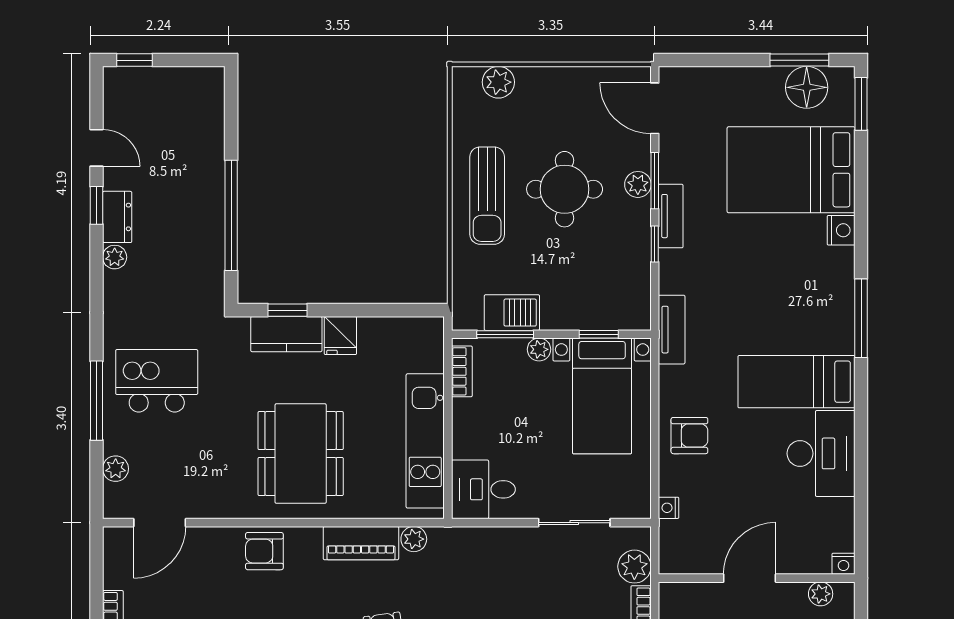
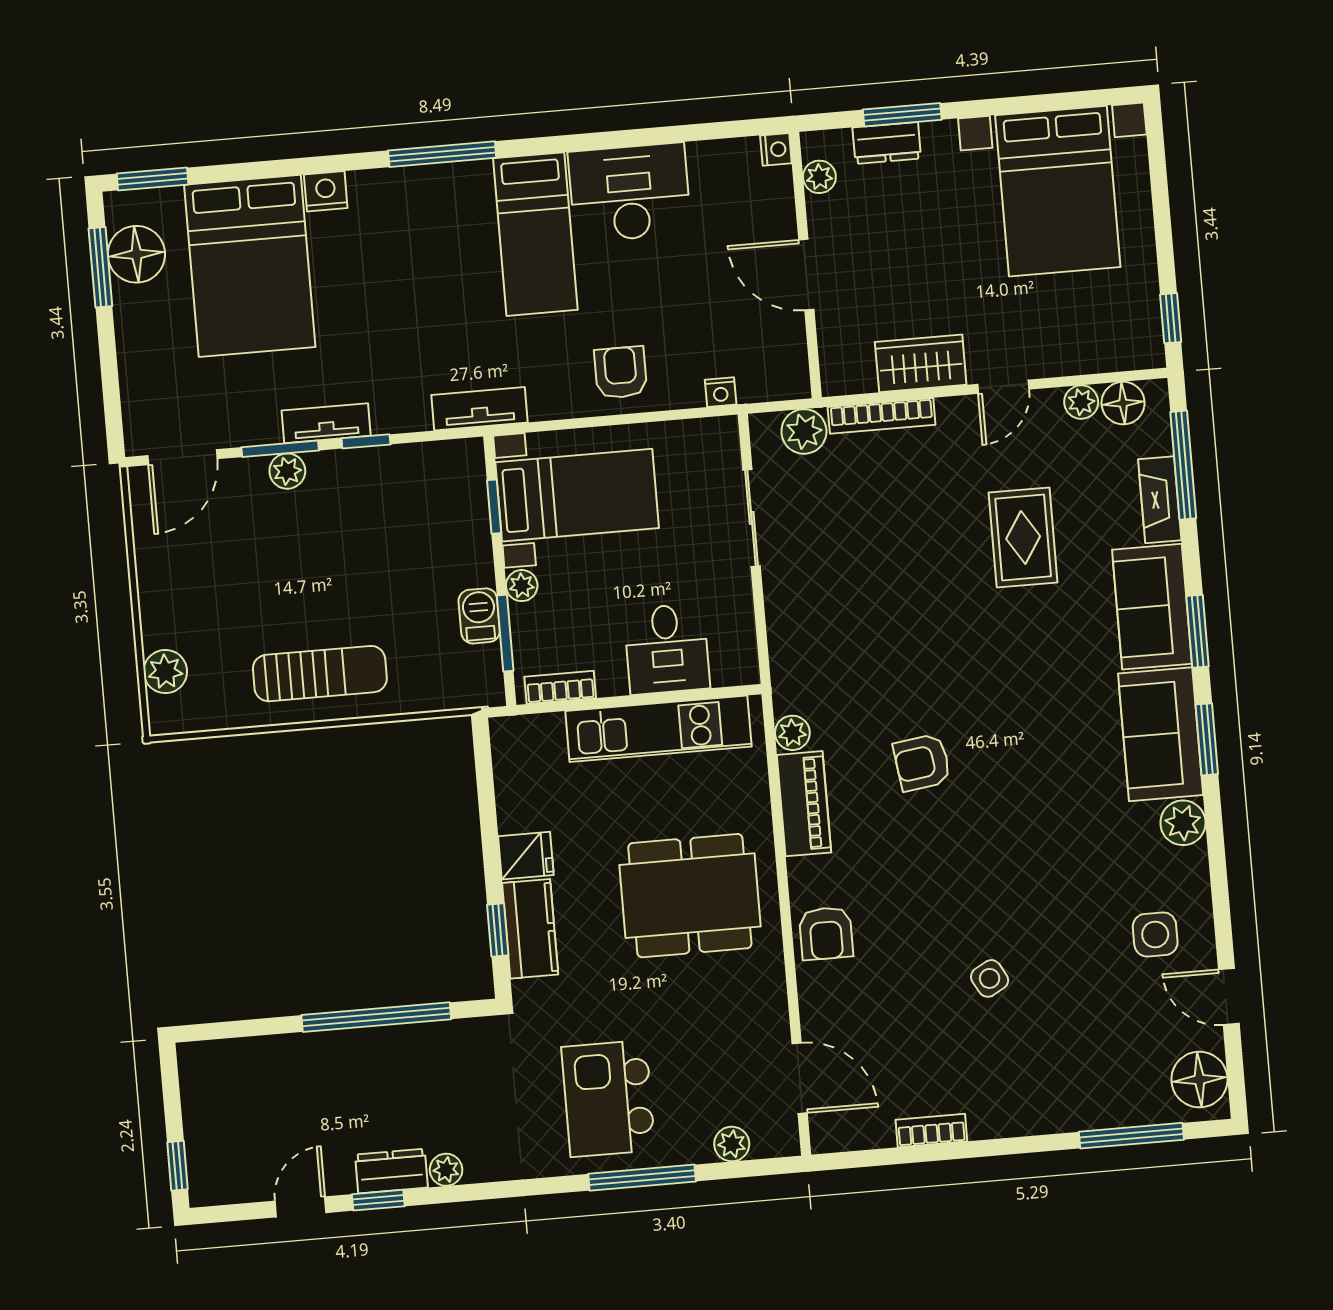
round table: (565, 189) -> (302, 570), removed
barbecue: (512, 313) -> (479, 616), width x0.73, depth x0.79
desk: (483, 489) -> (667, 649), moved

